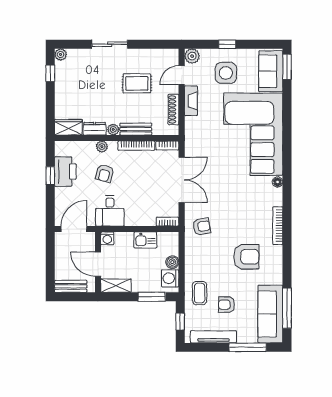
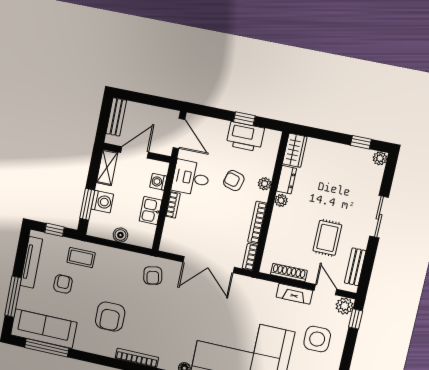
window: (227, 44) -> (356, 319), moved
bench: (136, 129) -> (355, 267), moved
bookcase: (167, 222) -> (173, 205), moved
washing machine: (107, 238) -> (158, 182), moved
washing machine: (170, 278) -> (102, 202), moved, turned 90

